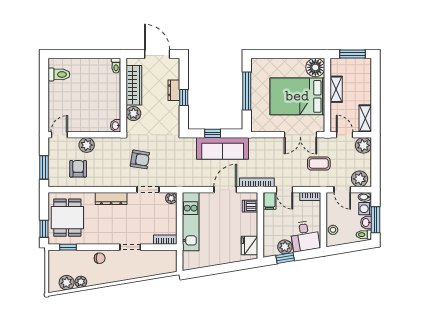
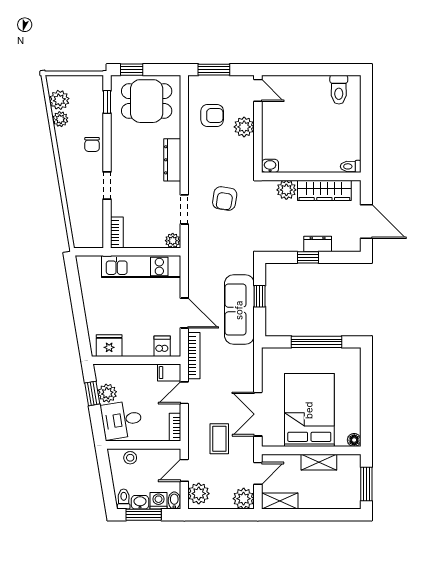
door: (157, 54) -> (366, 222), hinge flipped
floor lamp: (315, 67) -> (354, 440), width x0.53, depth x0.53

